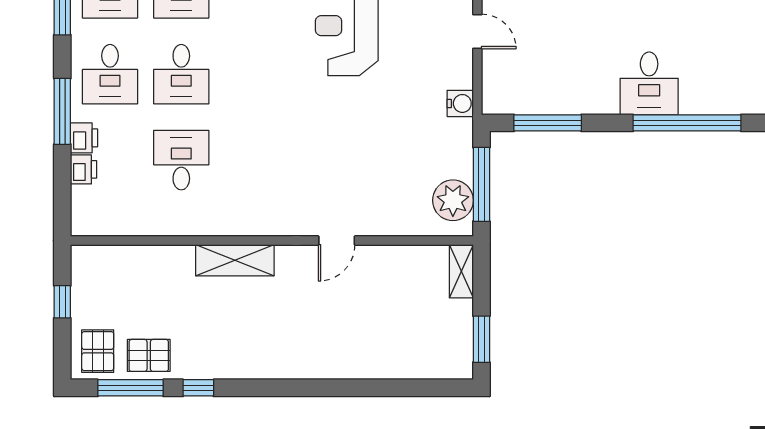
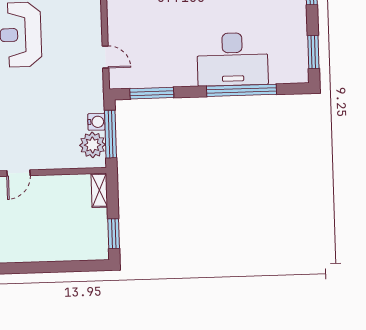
door: (477, 31) -> (105, 57), moved
desk: (649, 83) -> (232, 59), width x1.87, depth x1.30
water cooler: (460, 103) -> (96, 122), moved

